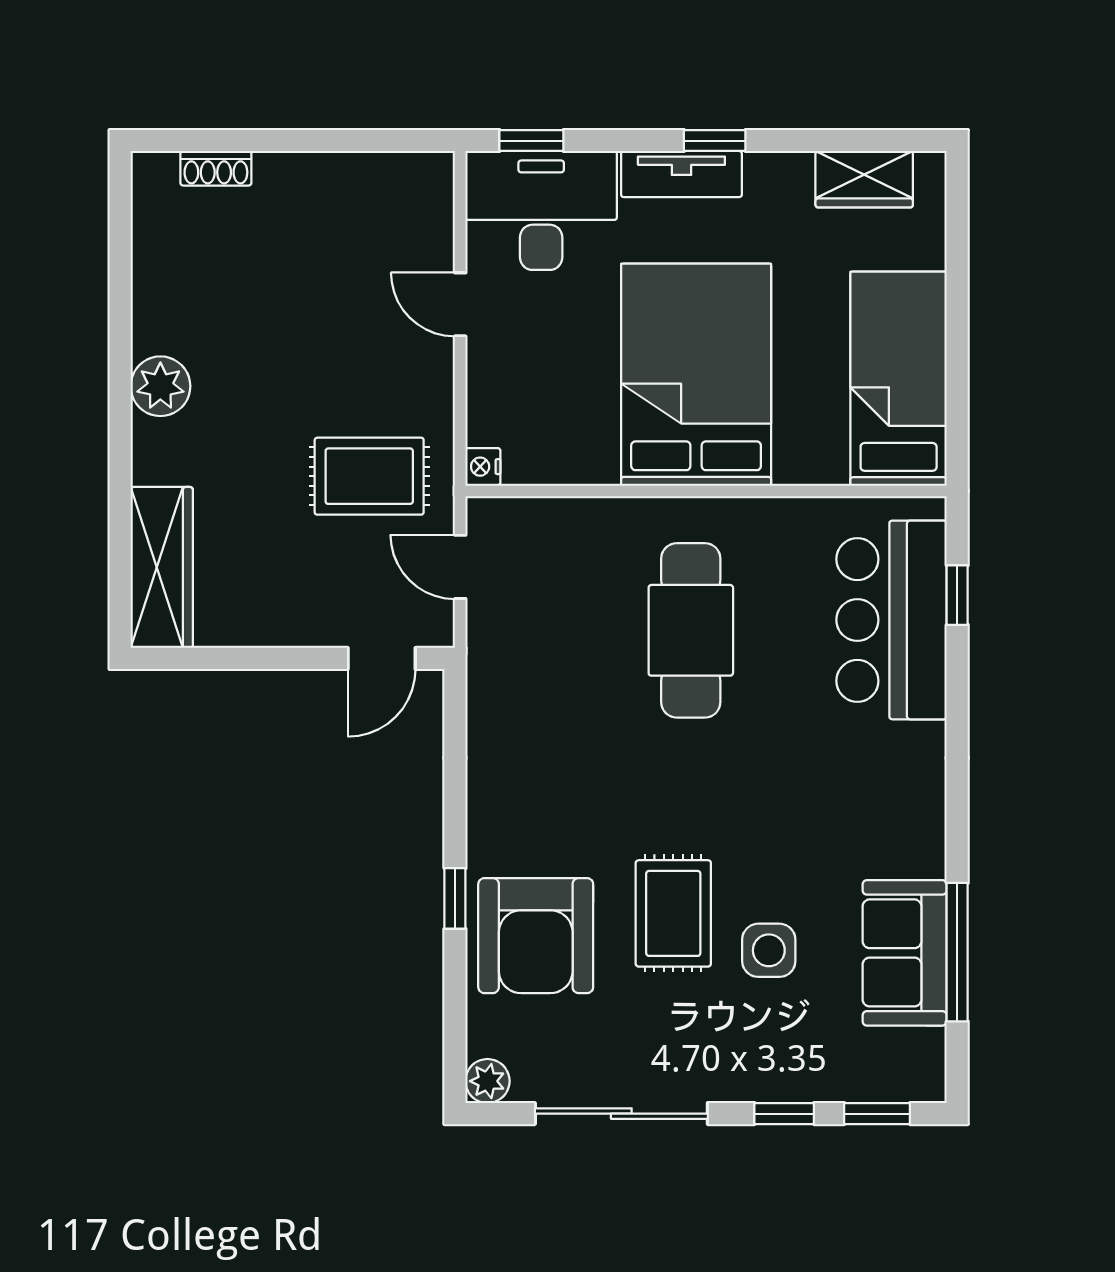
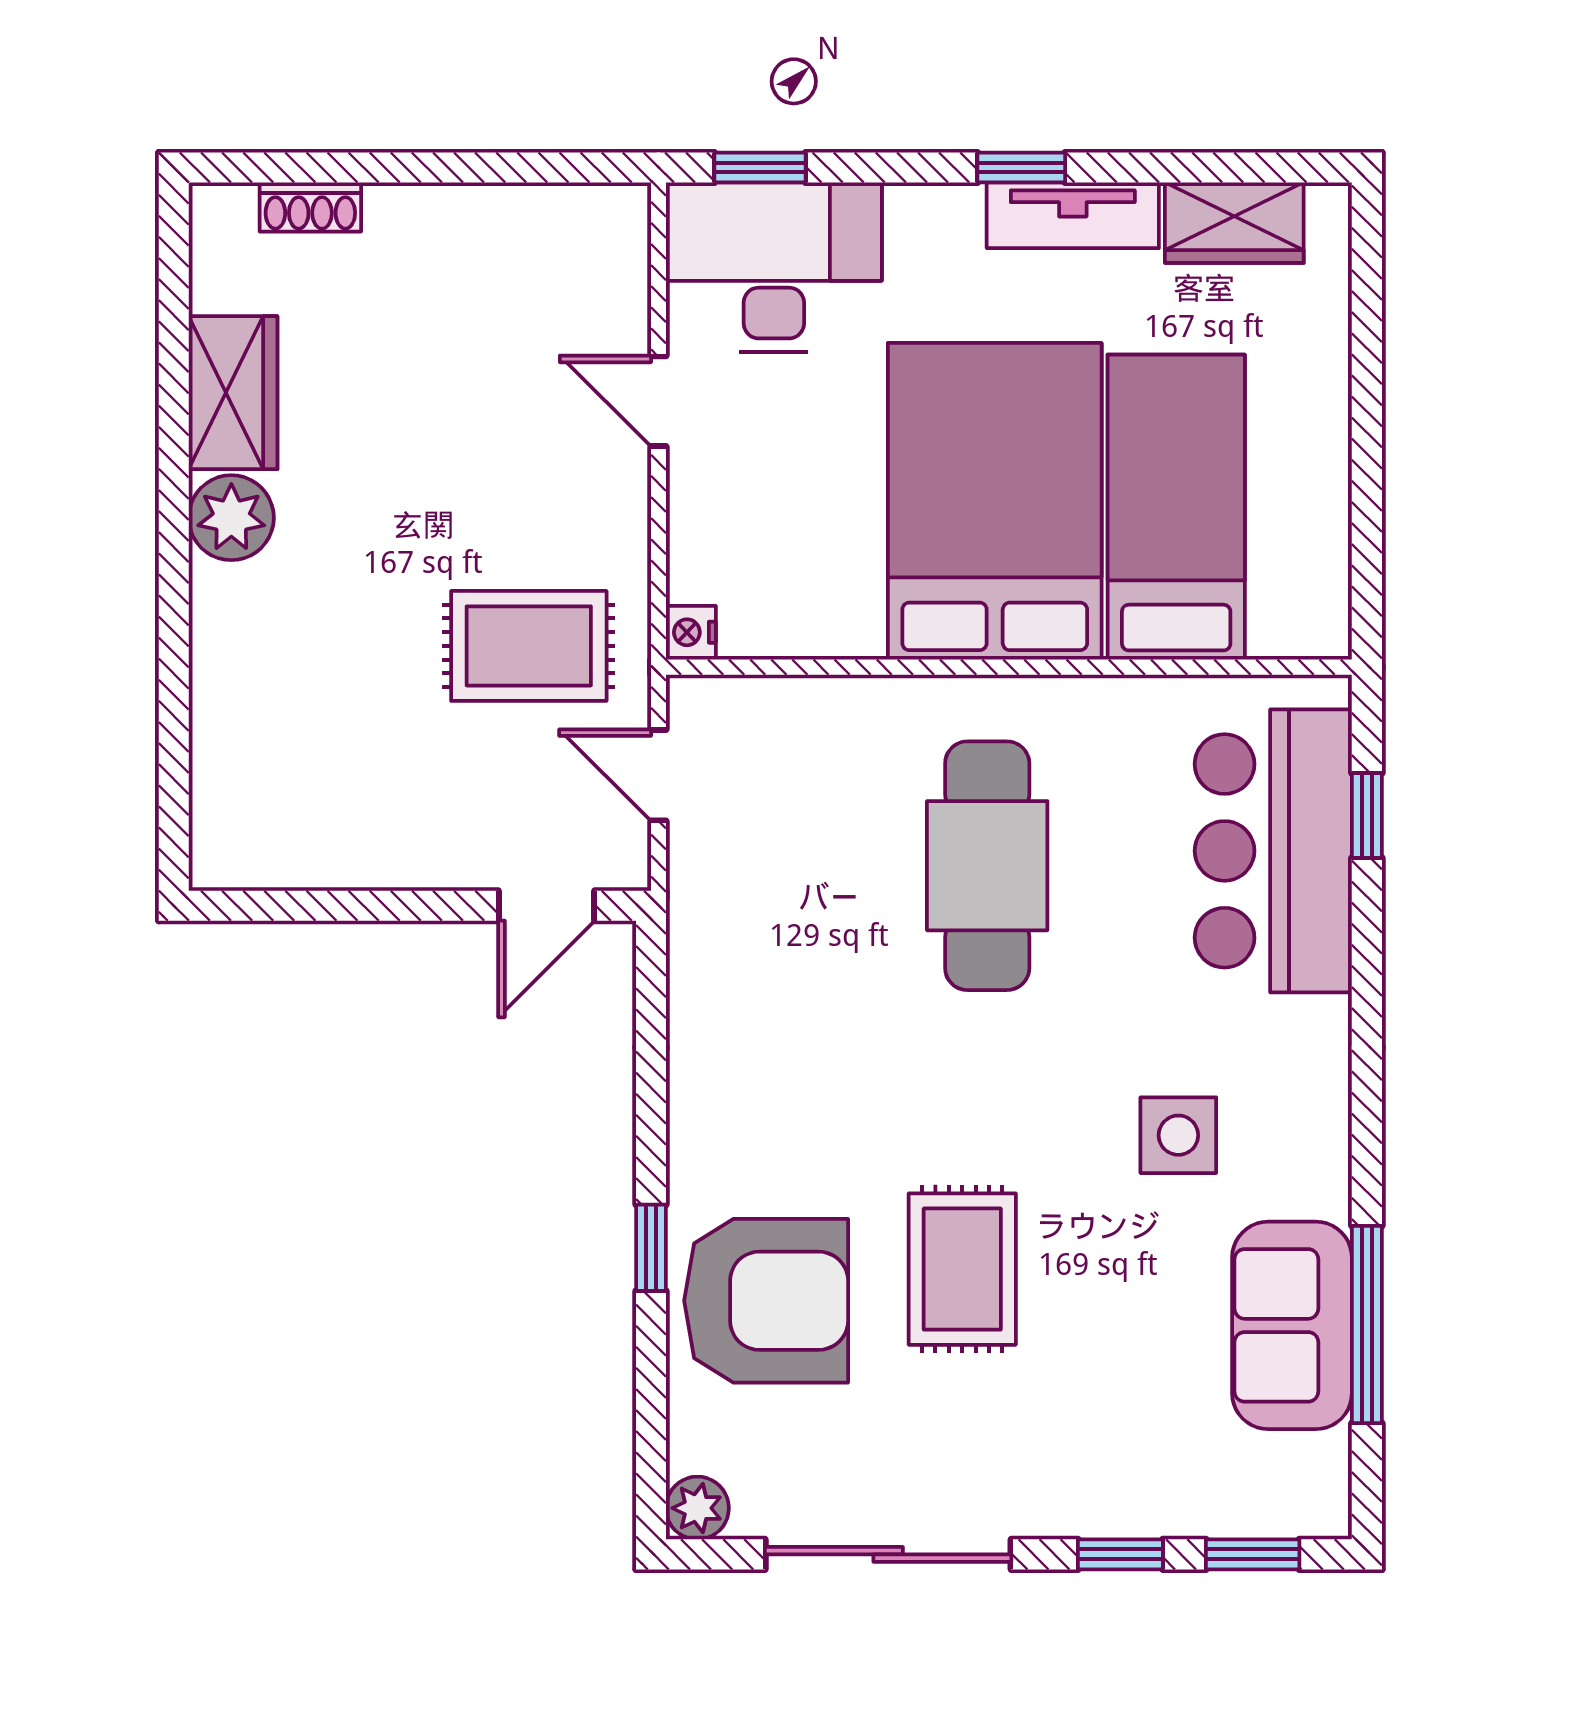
tv unit: (681, 174) -> (1073, 215), moved
bed: (899, 379) -> (1176, 507), moved
wardrobe: (162, 567) -> (233, 393), moved, width x0.67
armchair: (536, 936) -> (766, 1301), turned -90
side table: (769, 950) -> (1178, 1135), moved

